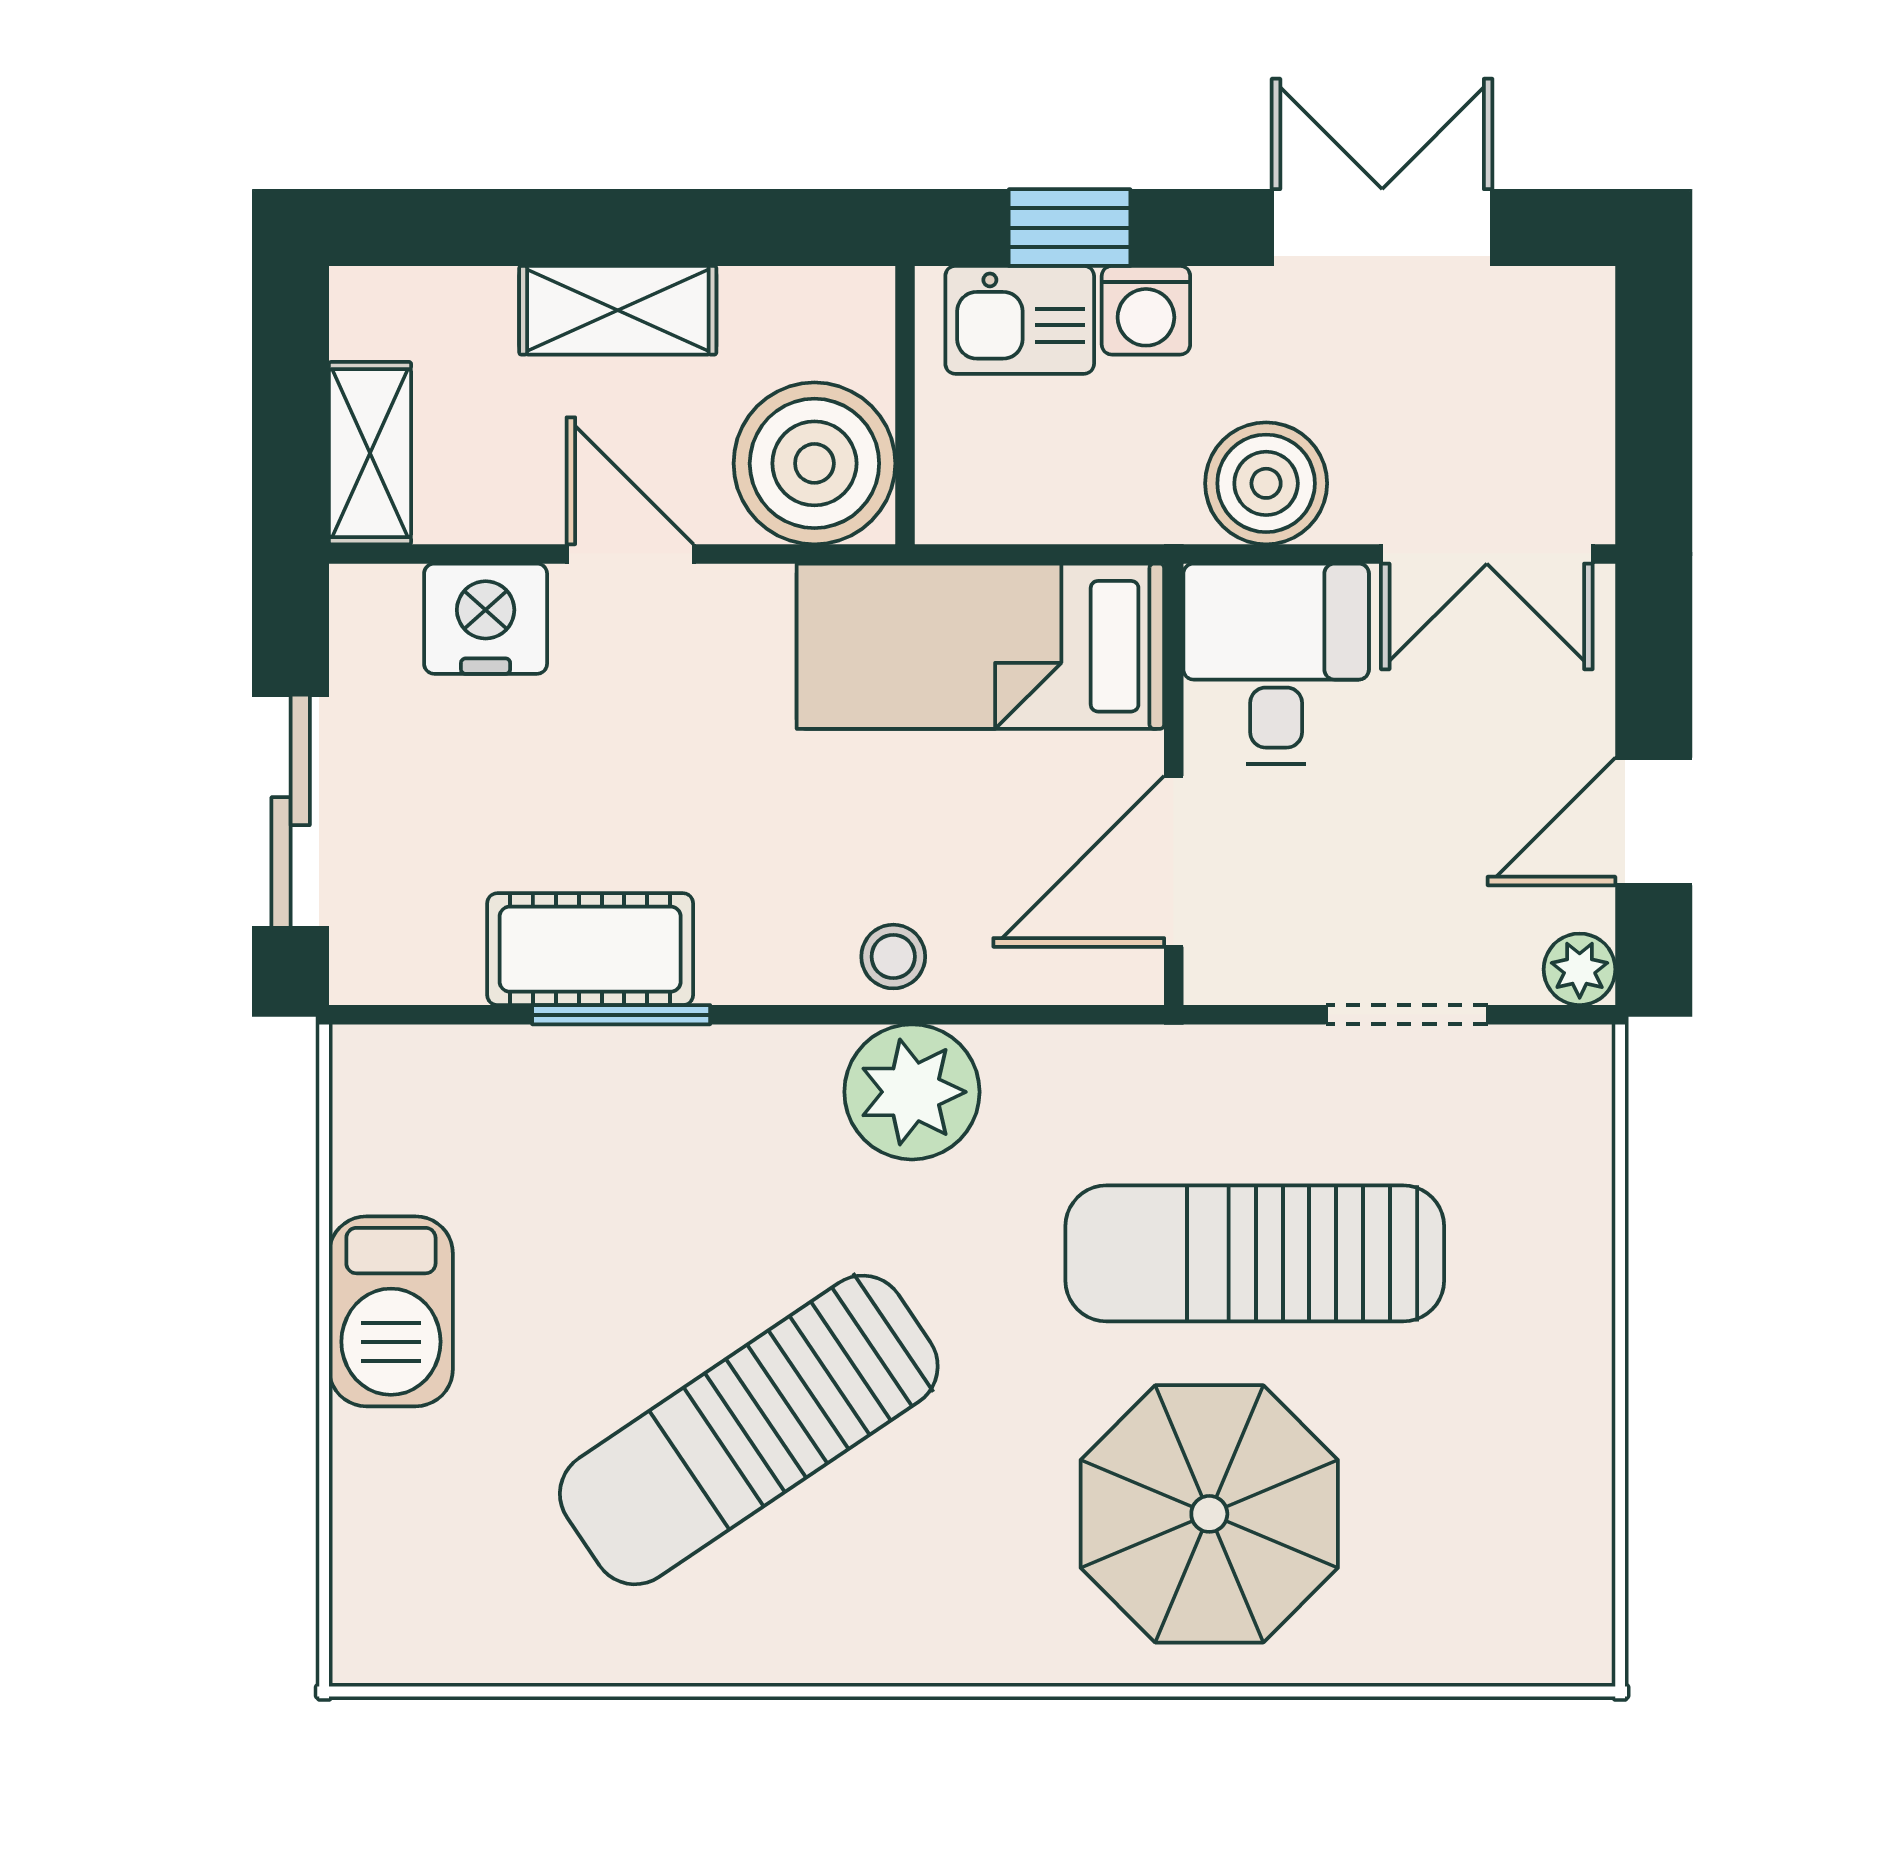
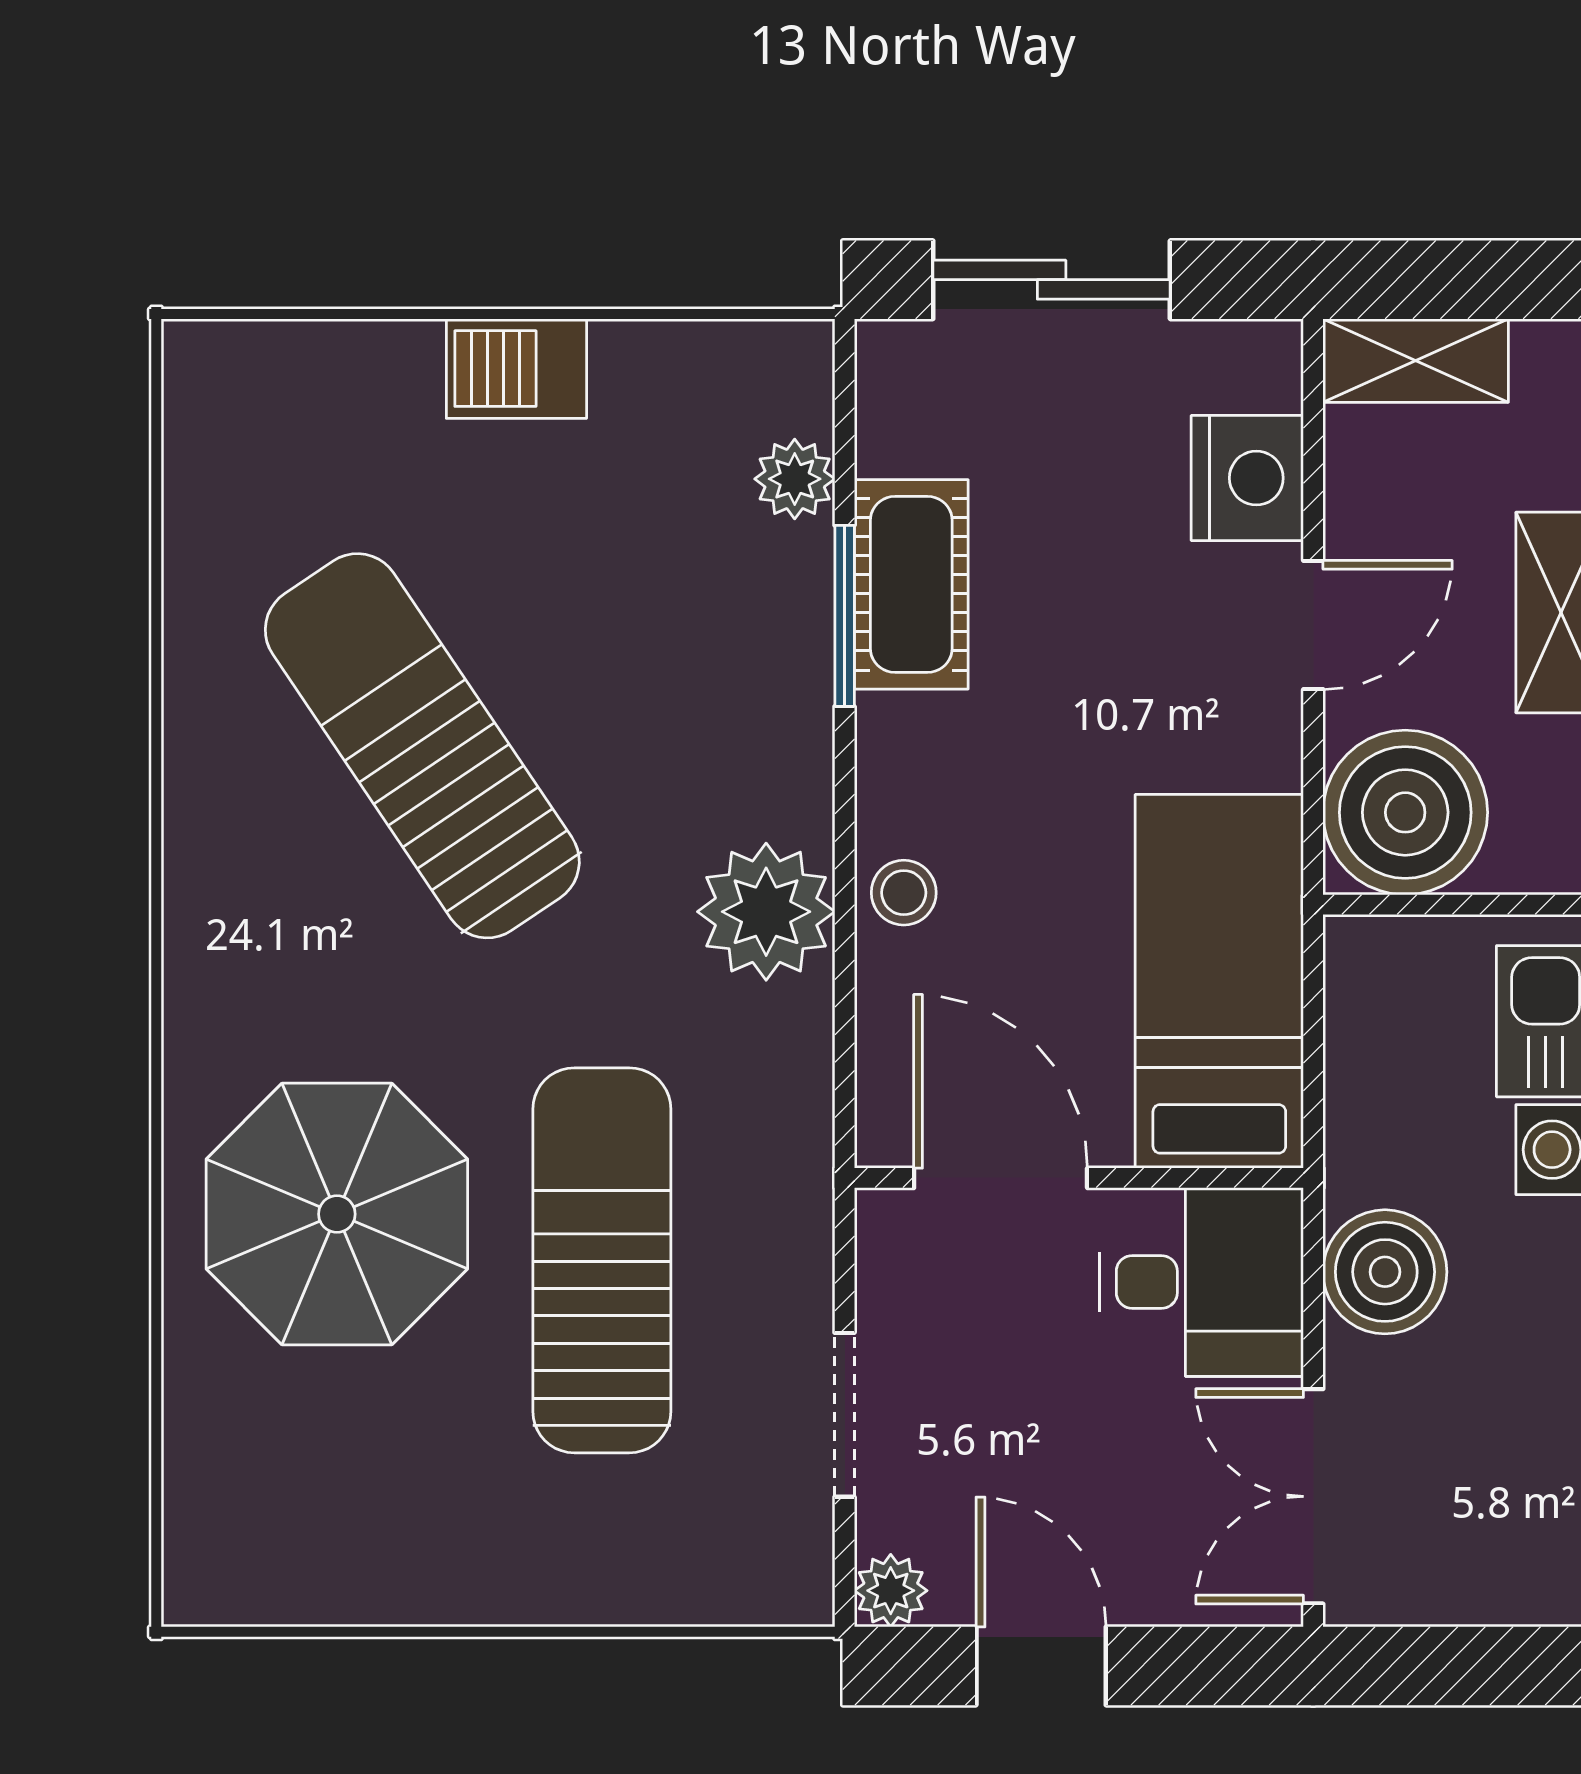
plant: (487, 1064) -> (795, 479), added
barbecue: (391, 1311) -> (516, 369), width x0.73, depth x0.79

